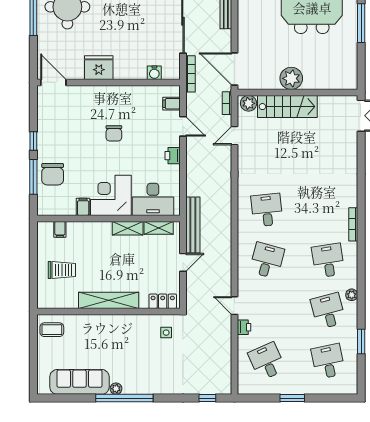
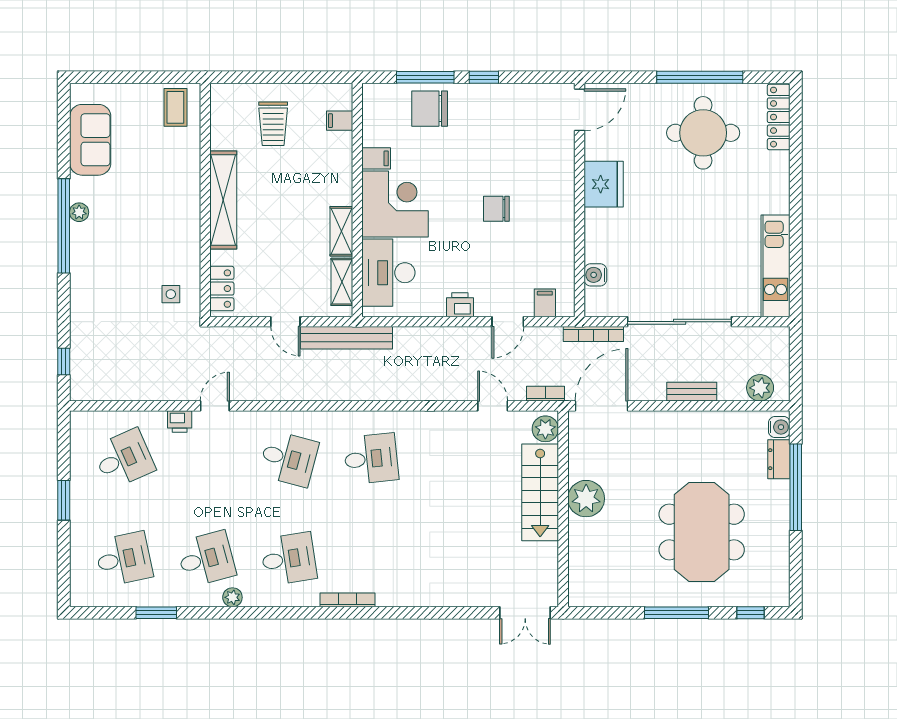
sofa: (79, 382) -> (90, 140), width x0.73

